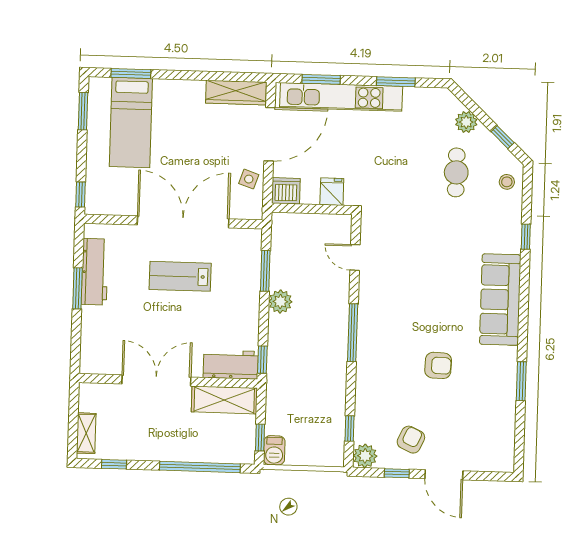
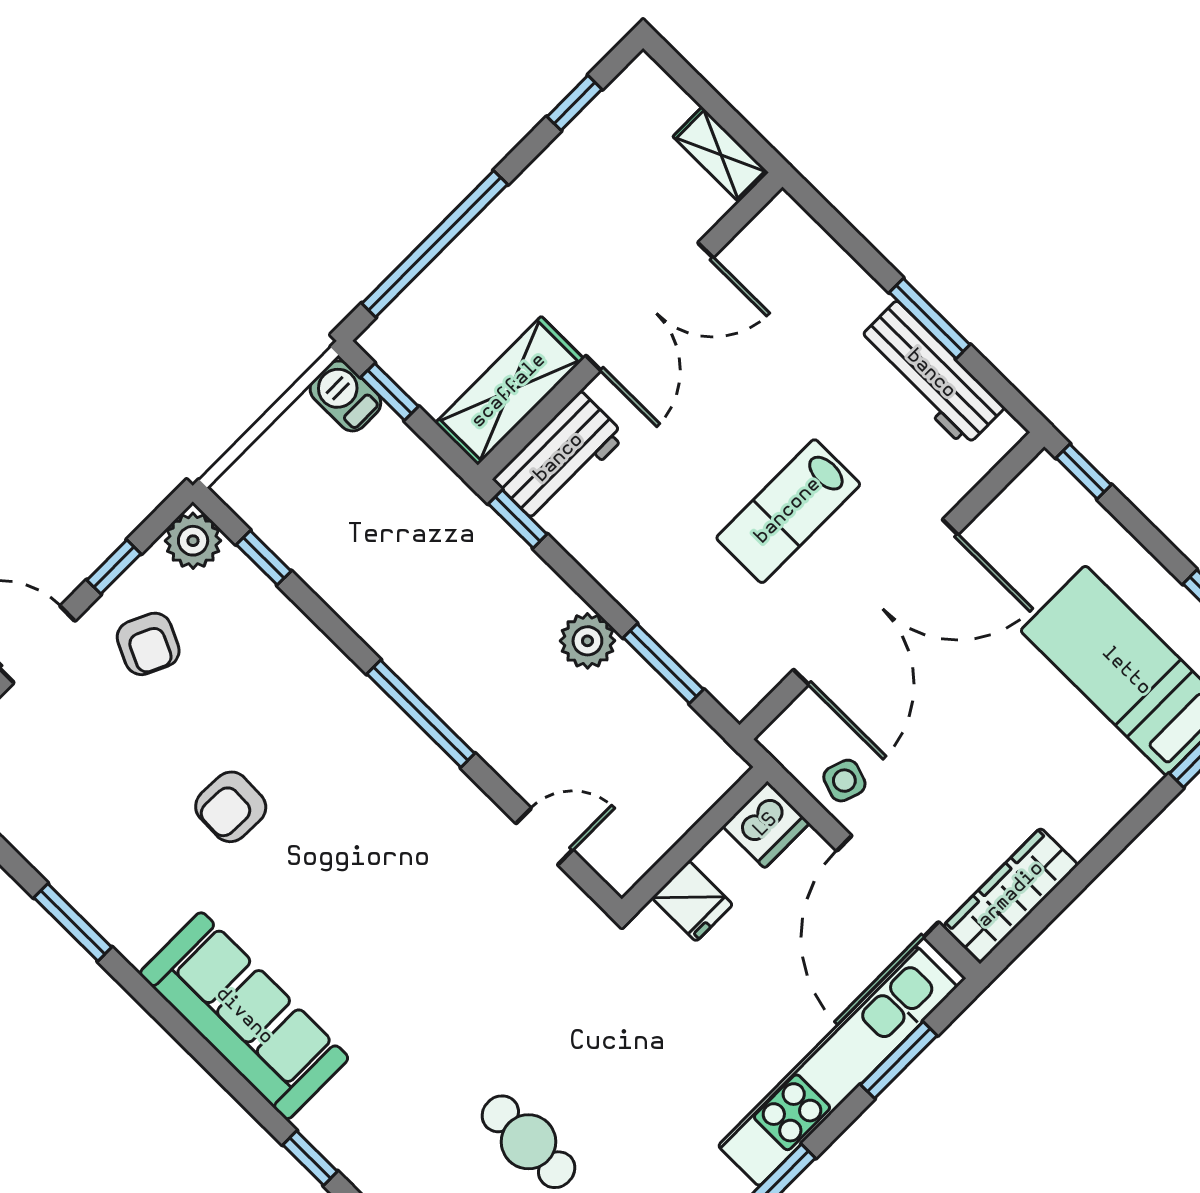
lab bench: (180, 276) -> (788, 511), turned 180
shelving: (86, 433) -> (721, 155), moved

